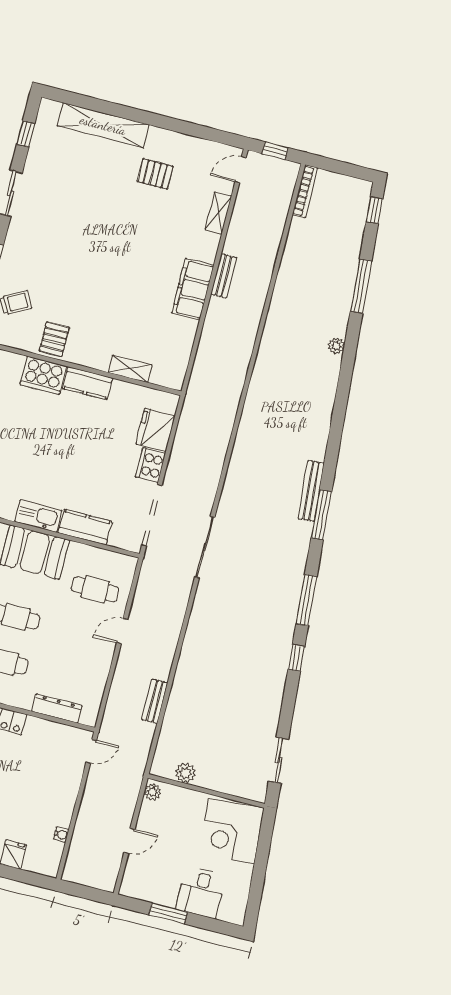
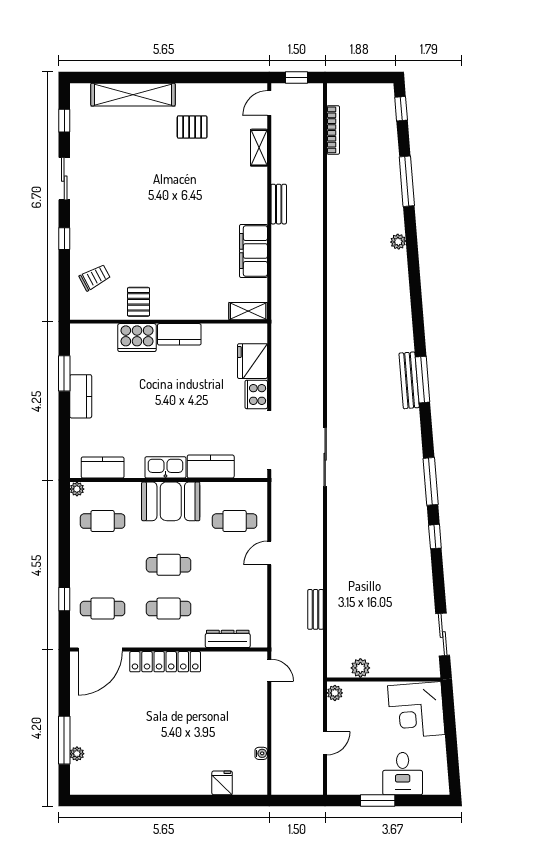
bookcase: (305, 191) -> (333, 130), moved
filing cabinet: (193, 289) -> (253, 251), moved
shelving: (130, 369) -> (248, 311), moved
window: (321, 515) -> (423, 380), moved
door: (91, 751) -> (269, 670), hinge flipped

